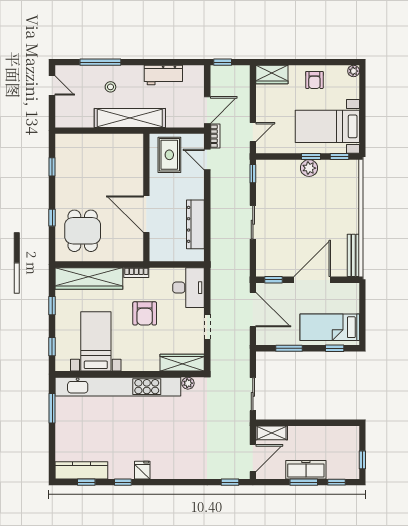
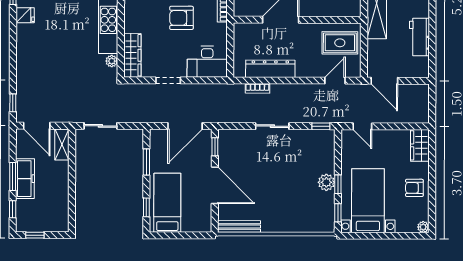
window: (223, 62) -> (432, 96), removed
bookcase: (215, 136) -> (257, 88), moved

